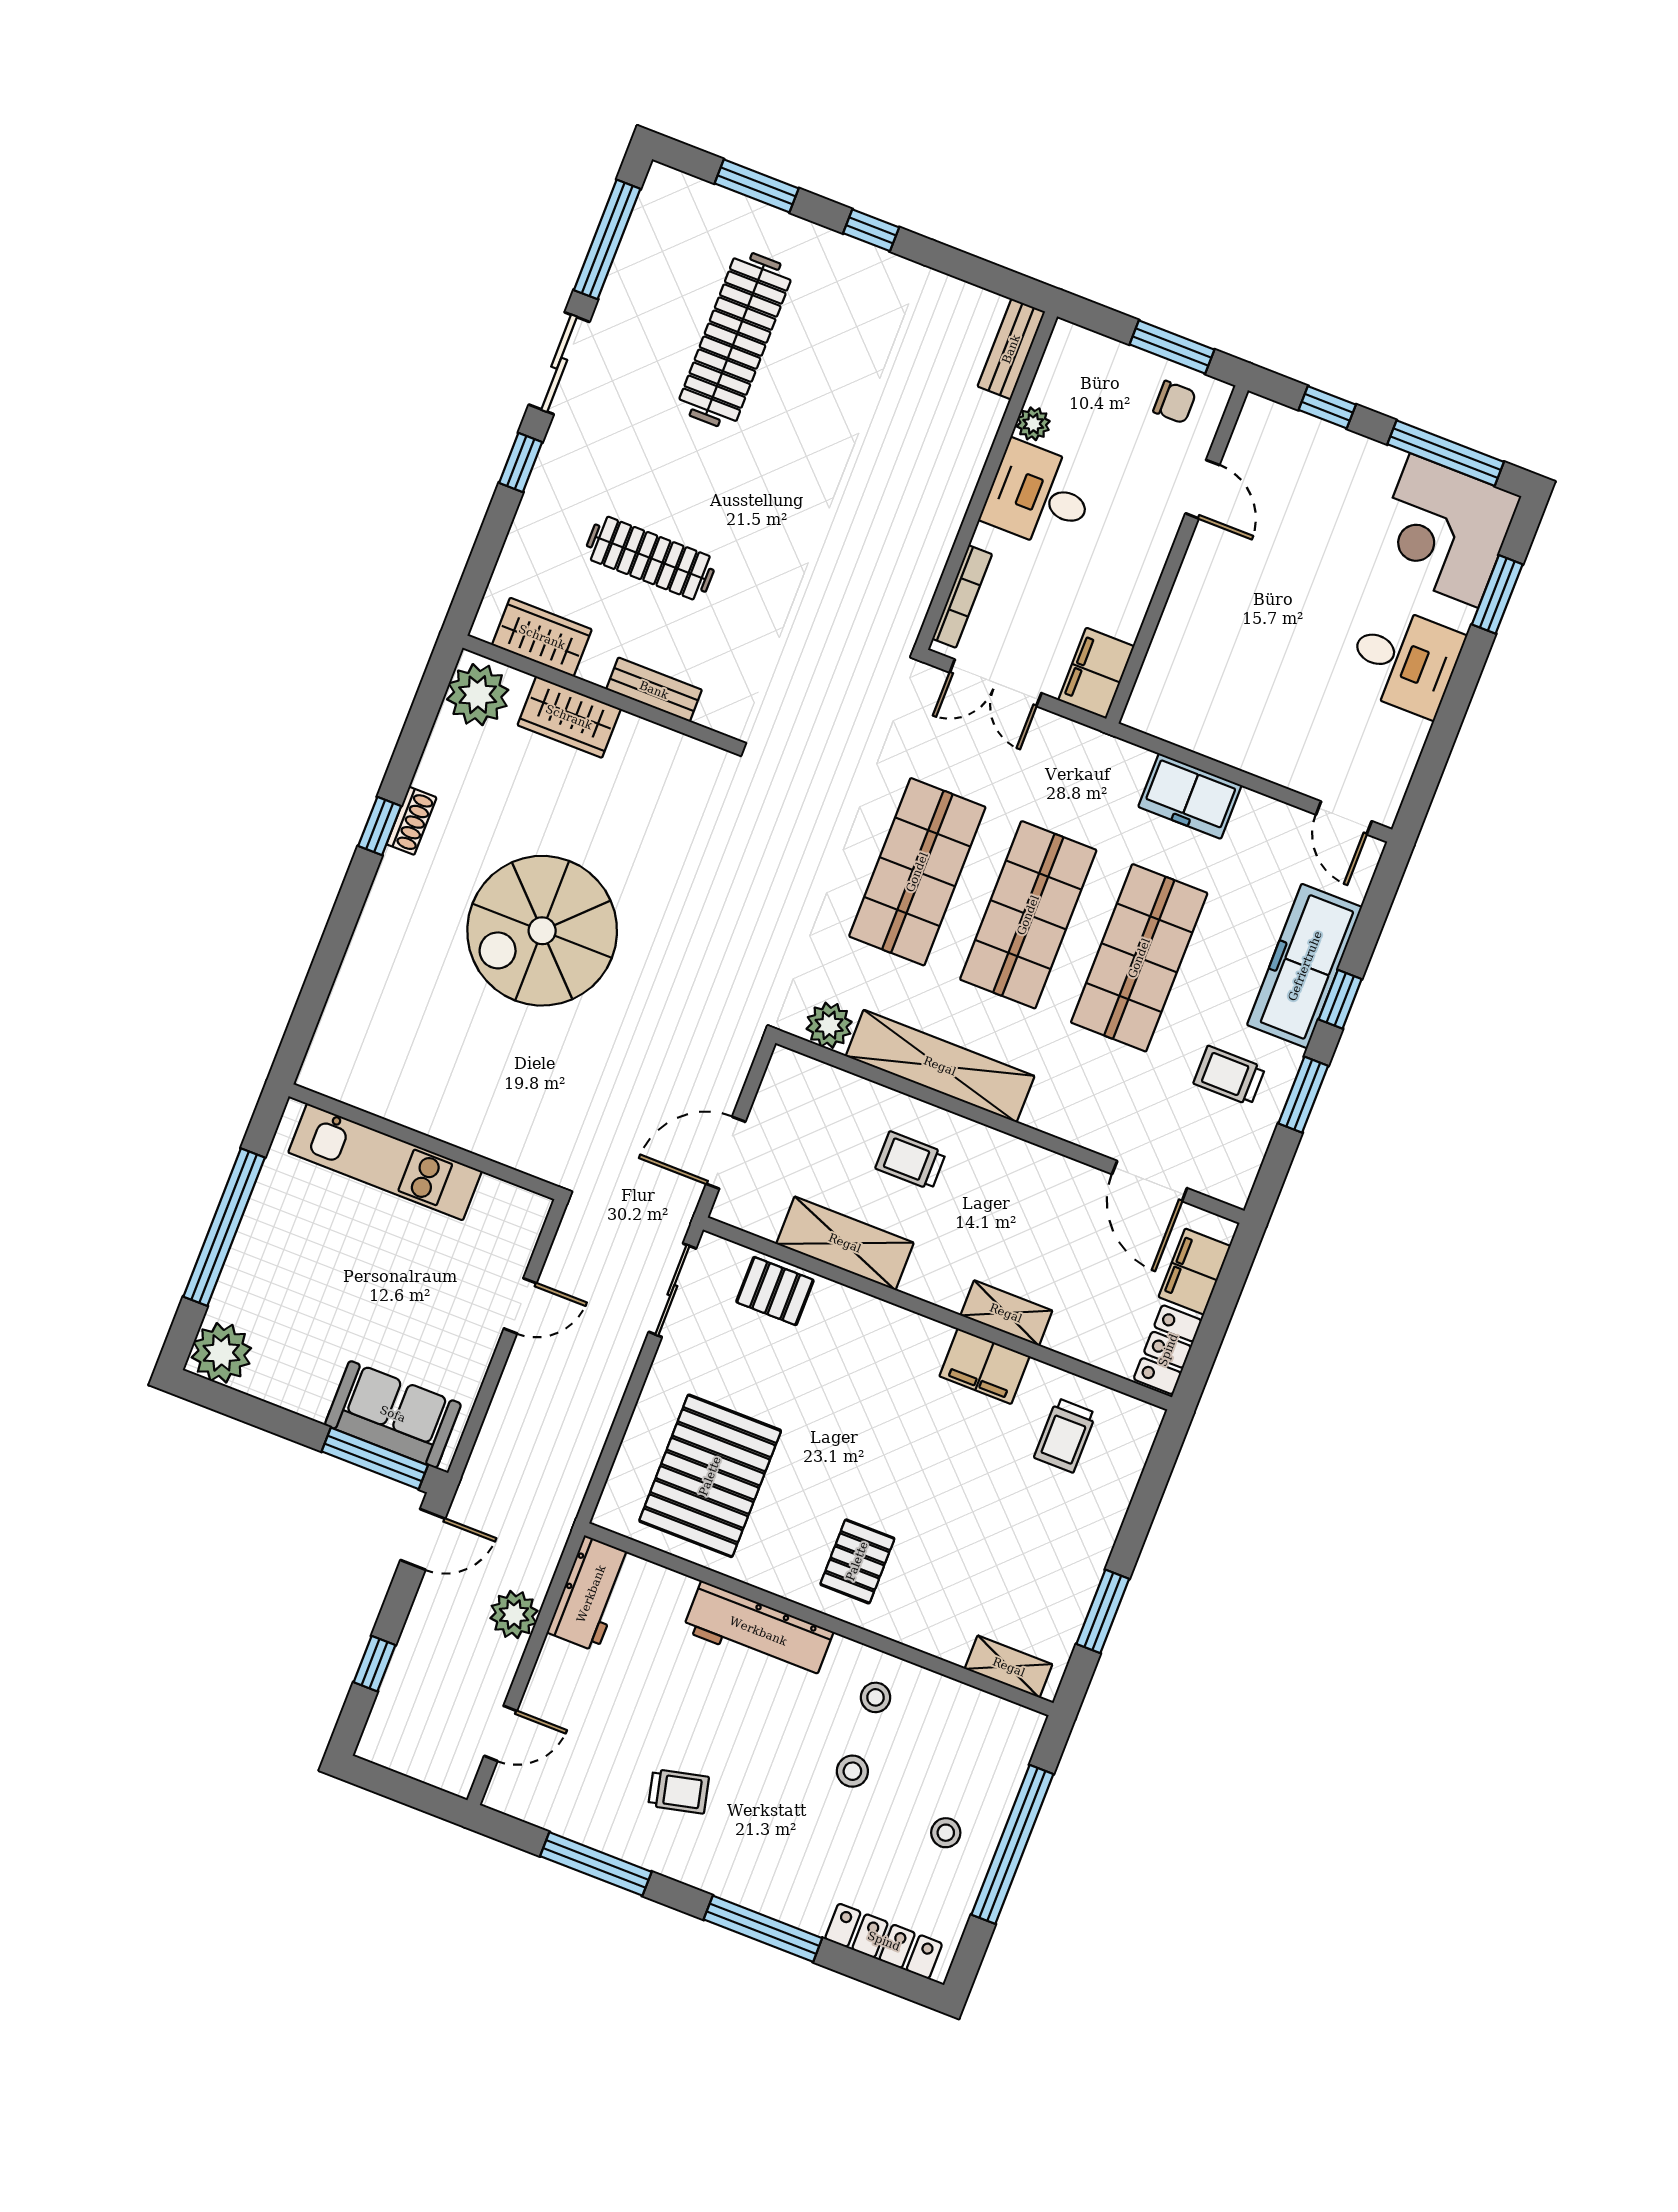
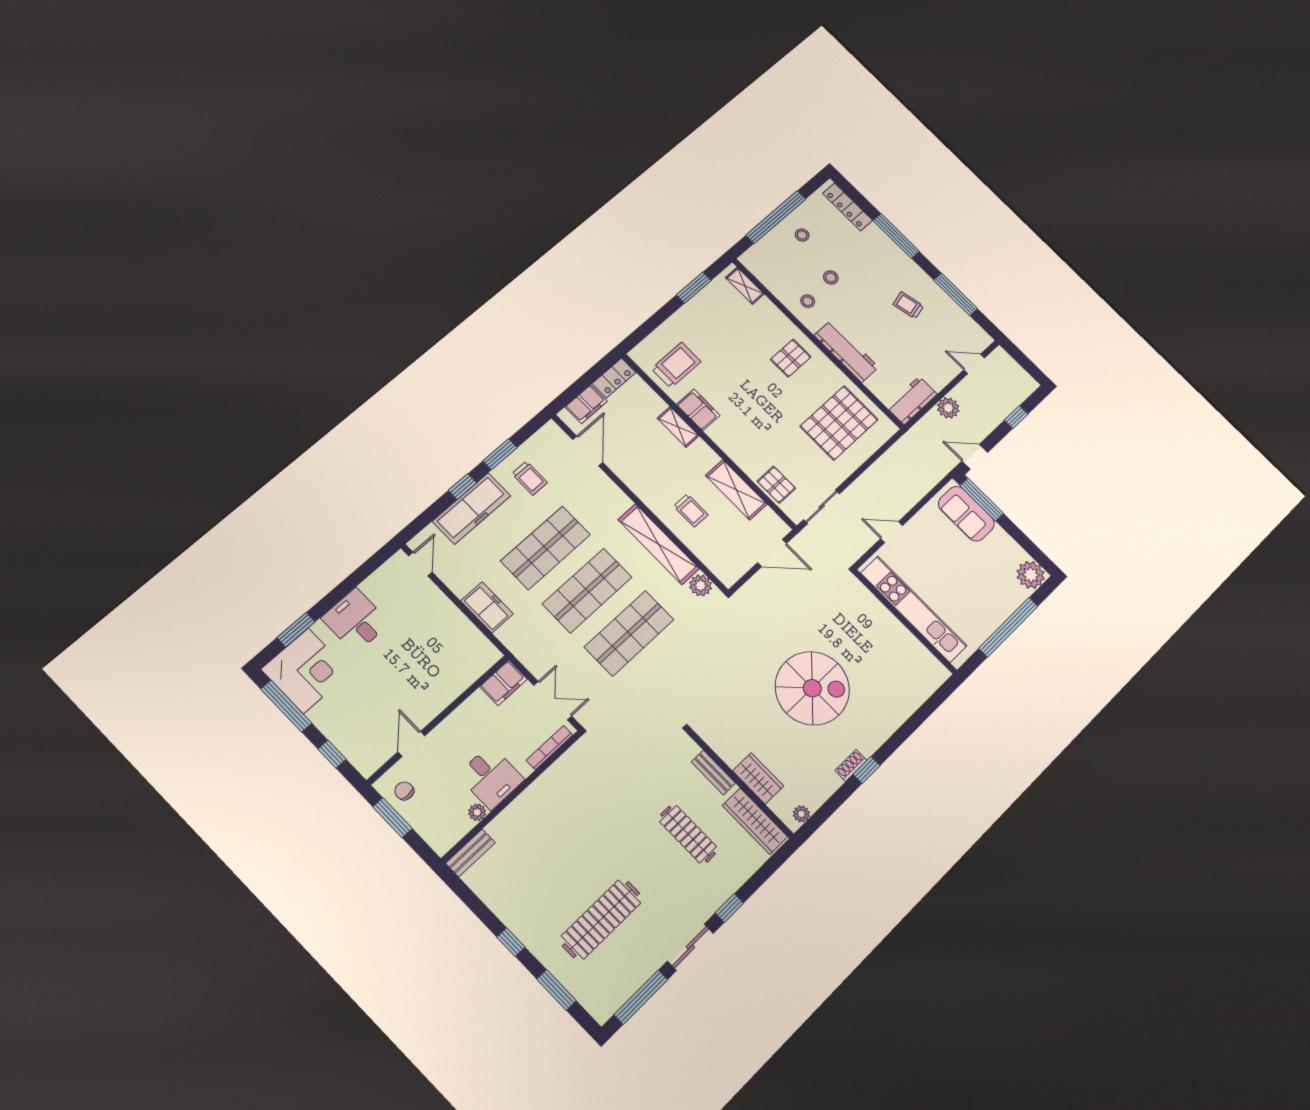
wardrobe: (542, 637) -> (755, 821), width x1.50
plant: (478, 695) -> (801, 814), width x0.53, depth x0.53
kitchen unit: (385, 1162) -> (914, 609), width x1.36
trolley: (1065, 1435) -> (676, 365), width x1.36, depth x1.39

